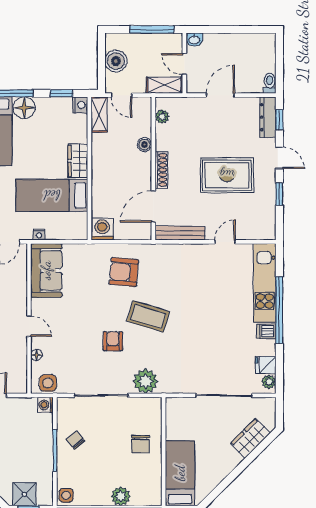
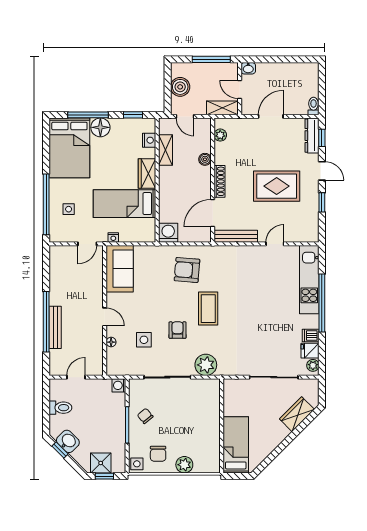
nightstand: (80, 105) -> (149, 140), moved
shelving: (99, 114) -> (166, 150), moved
coffee table: (148, 316) -> (208, 309), turned 73
dishwasher: (266, 331) -> (311, 335), moved
side table: (48, 383) -> (144, 340), moved
chair: (141, 444) -> (158, 454), moved

